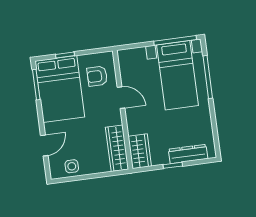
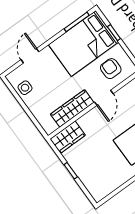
door: (44, 145) -> (30, 56), swing flipped
wardrobe: (117, 148) -> (72, 108), moved
dresser: (188, 154) -> (87, 178), removed

